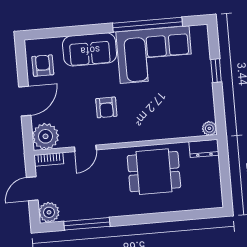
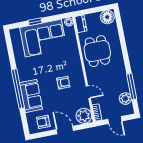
window: (148, 25) -> (18, 89), moved
corner sofa: (155, 55) -> (43, 38), moved, turned 90
floor lamp: (210, 195) -> (107, 17), added
plant: (49, 212) -> (125, 99), moved

